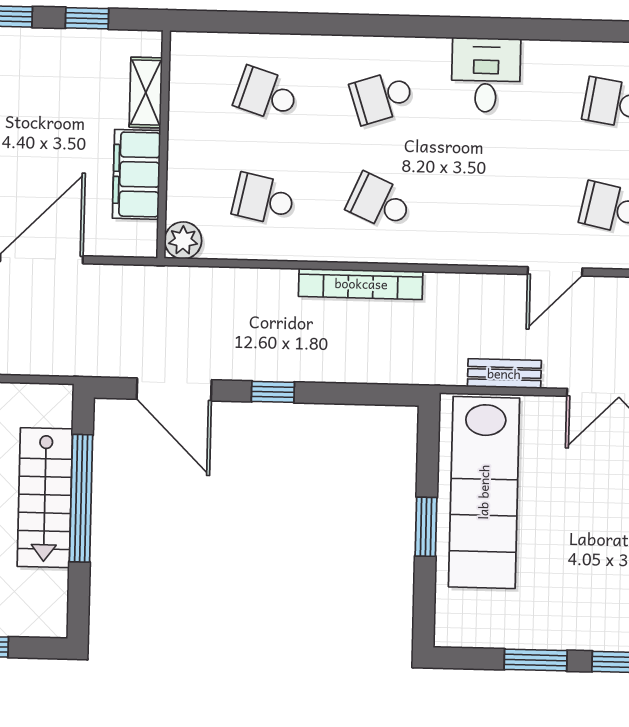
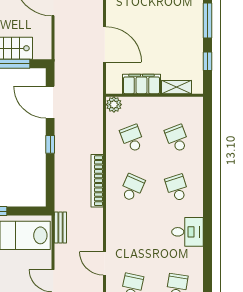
school desk: (266, 94) -> (177, 138), turned -39
school desk: (264, 199) -> (132, 138), turned -33
bench: (504, 374) -> (60, 227), moved
door: (174, 389) -> (50, 102), hinge flipped

